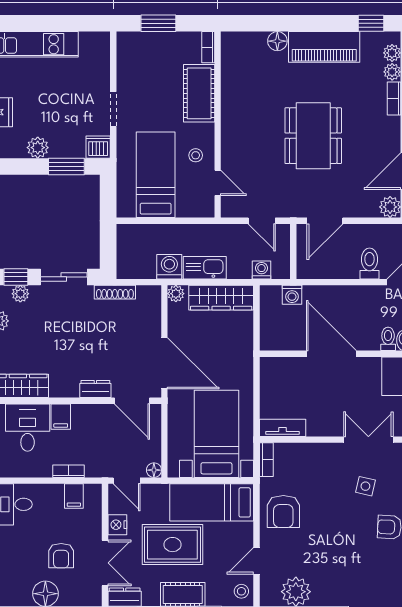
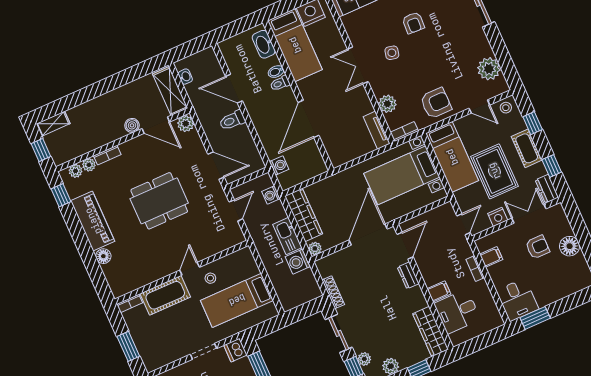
door: (218, 183) -> (190, 269), moved
plant: (308, 454) -> (387, 104), added
floor lamp: (154, 470) -> (447, 208), removed

